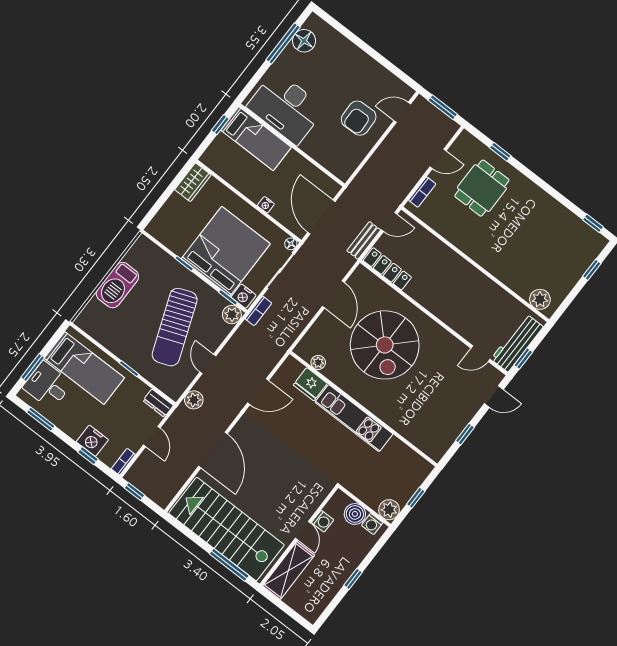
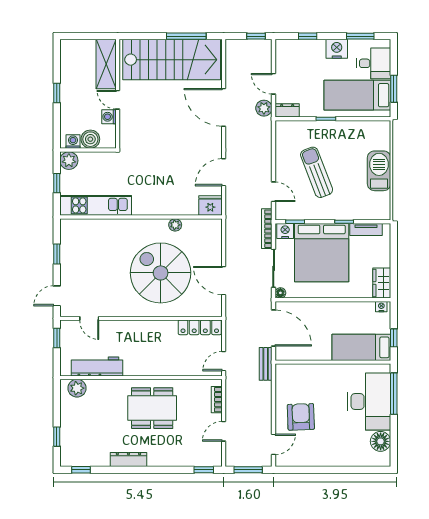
window: (283, 43) -> (394, 394), moved
desk: (286, 108) -> (369, 401), moved, turned 90
window: (500, 152) -> (204, 470), moved
dining table: (482, 188) -> (152, 408), moved, width x1.38
dresser: (543, 200) -> (128, 459), added
nightstand: (266, 205) -> (381, 307), moved
bench: (364, 240) -> (266, 364), moved
tv unit: (170, 241) -> (366, 229), added
bookcase: (258, 311) -> (267, 229), width x1.56
plant: (232, 314) -> (283, 212), removed
sun lounger: (175, 327) -> (317, 172), width x0.73, depth x0.75
workbench: (517, 343) -> (97, 367), moved, turned -90
door: (480, 354) -> (89, 318), swing flipped
plant: (318, 362) -> (175, 225), moved
door: (208, 364) -> (274, 192), moved
window: (33, 368) -> (394, 89), moved
fridge: (310, 384) -> (210, 206), moved
plant: (194, 400) -> (264, 108), moved
kitchen unit: (354, 418) -> (96, 205), moved
nightstand: (92, 441) -> (337, 49), moved
bookcase: (123, 462) -> (280, 51), removed
window: (229, 565) -> (186, 36), moved

